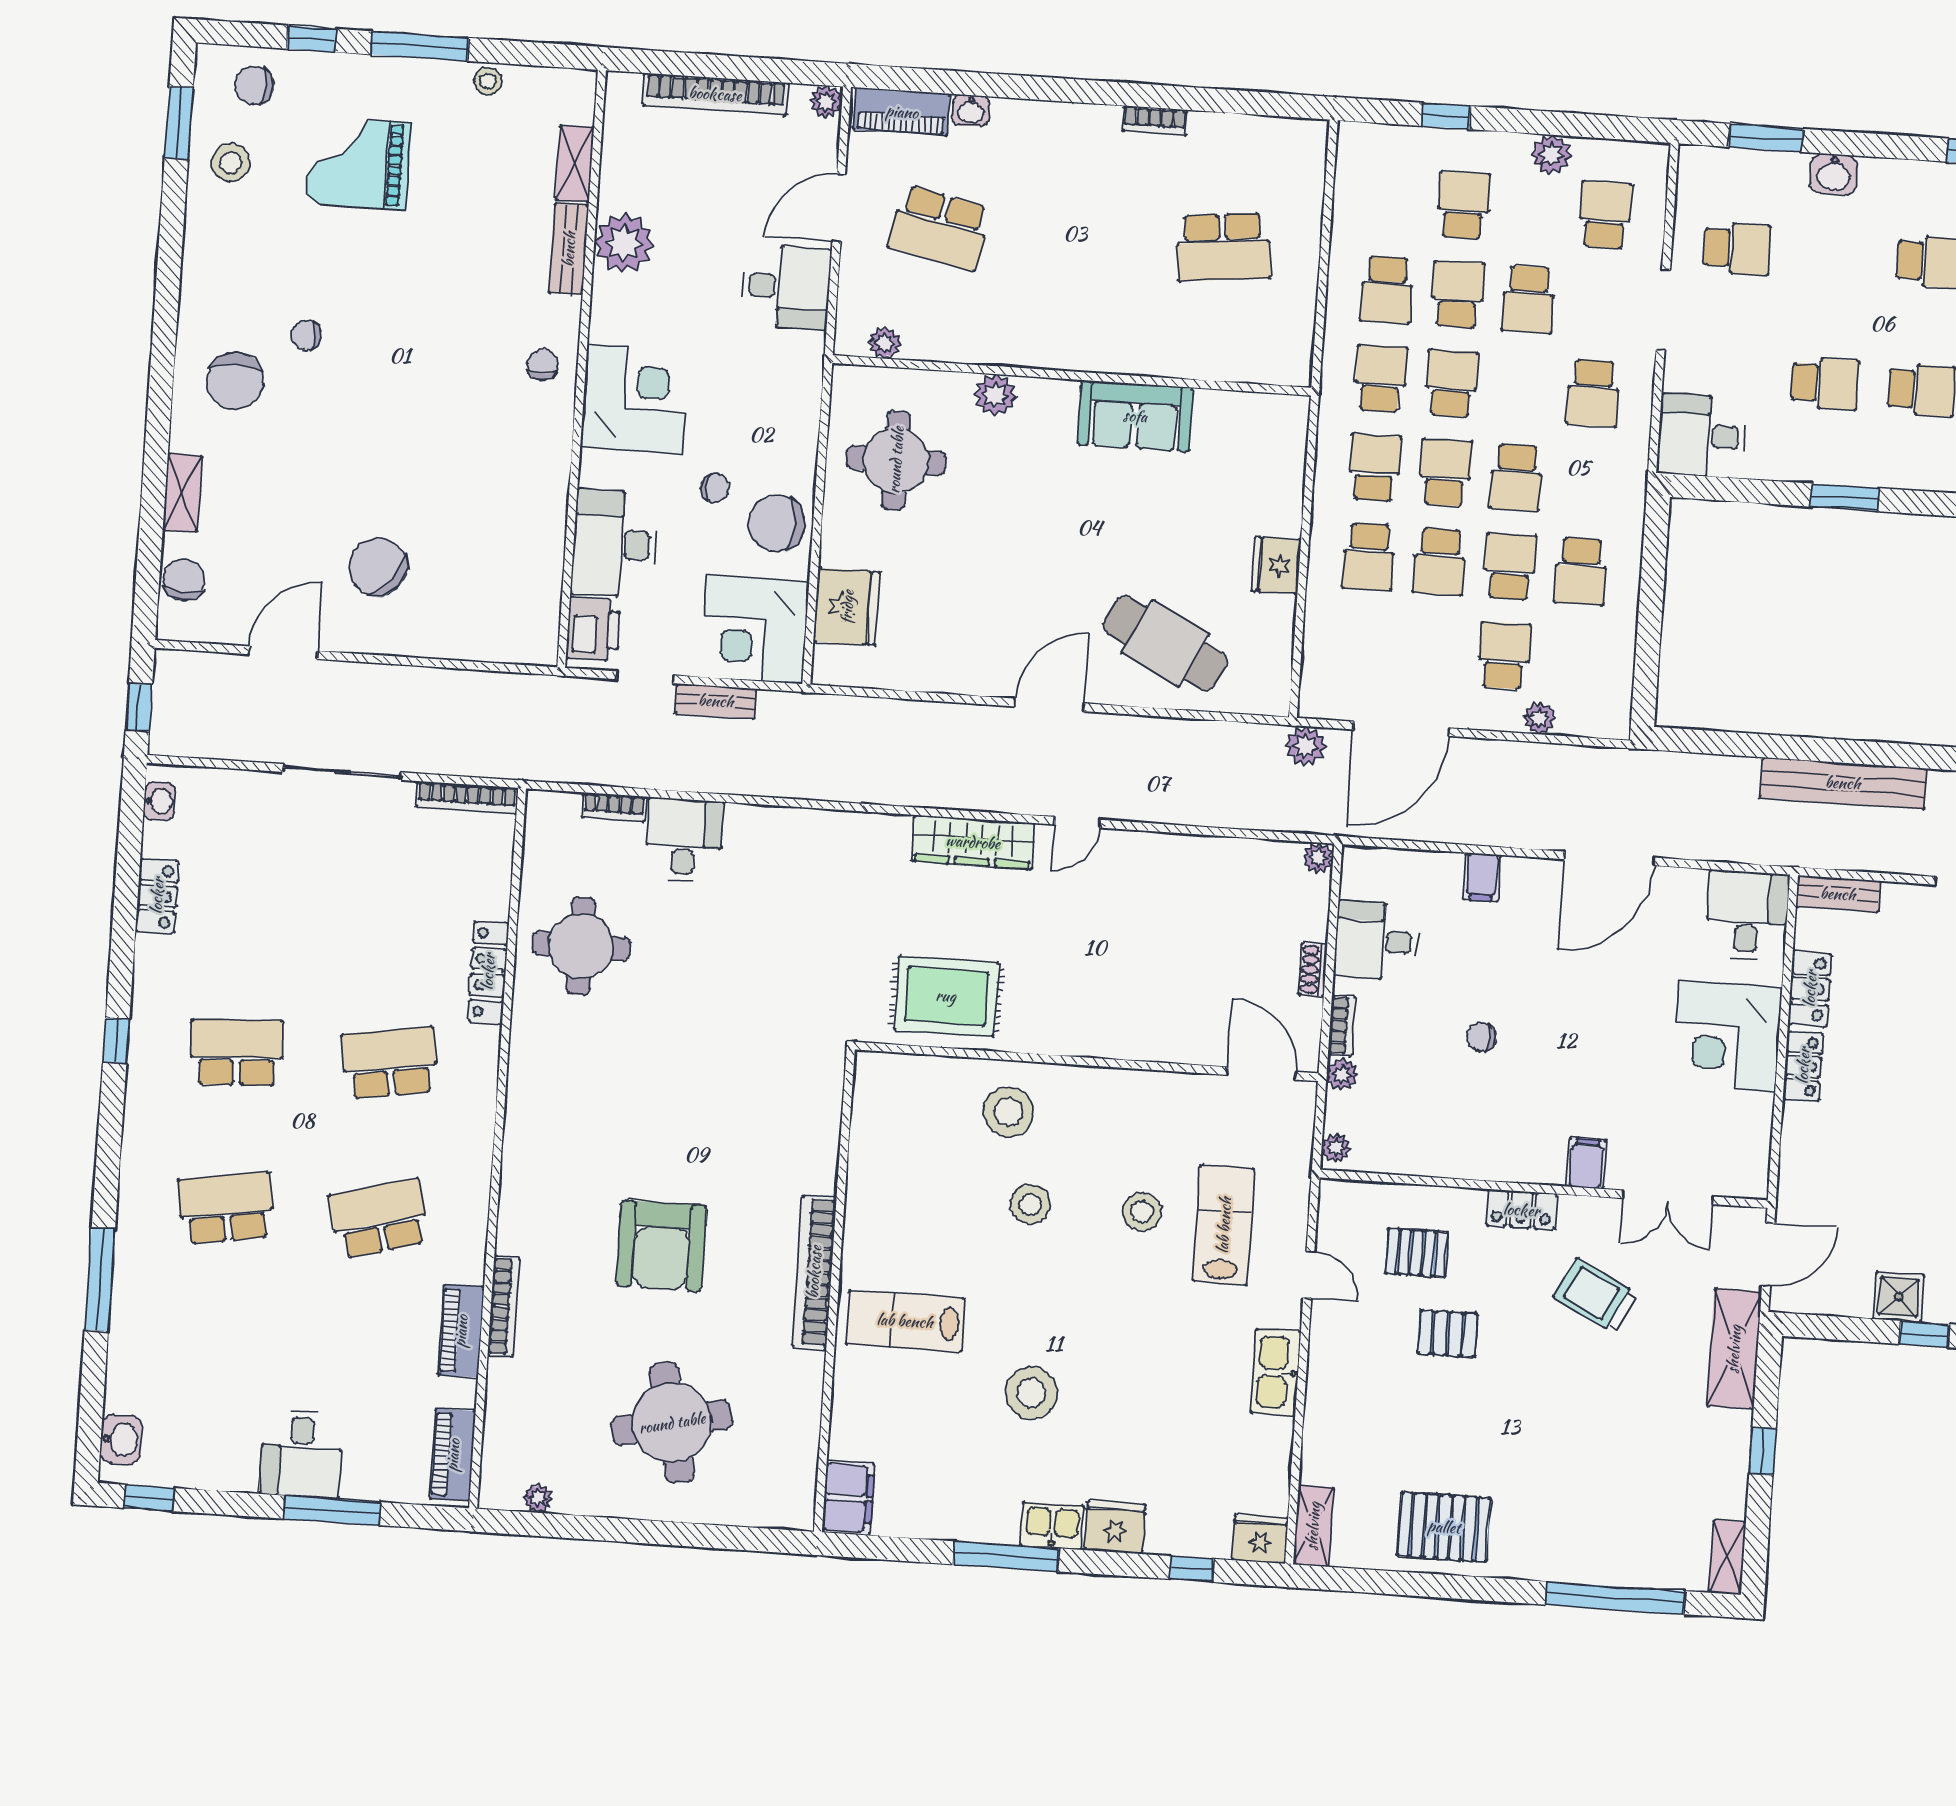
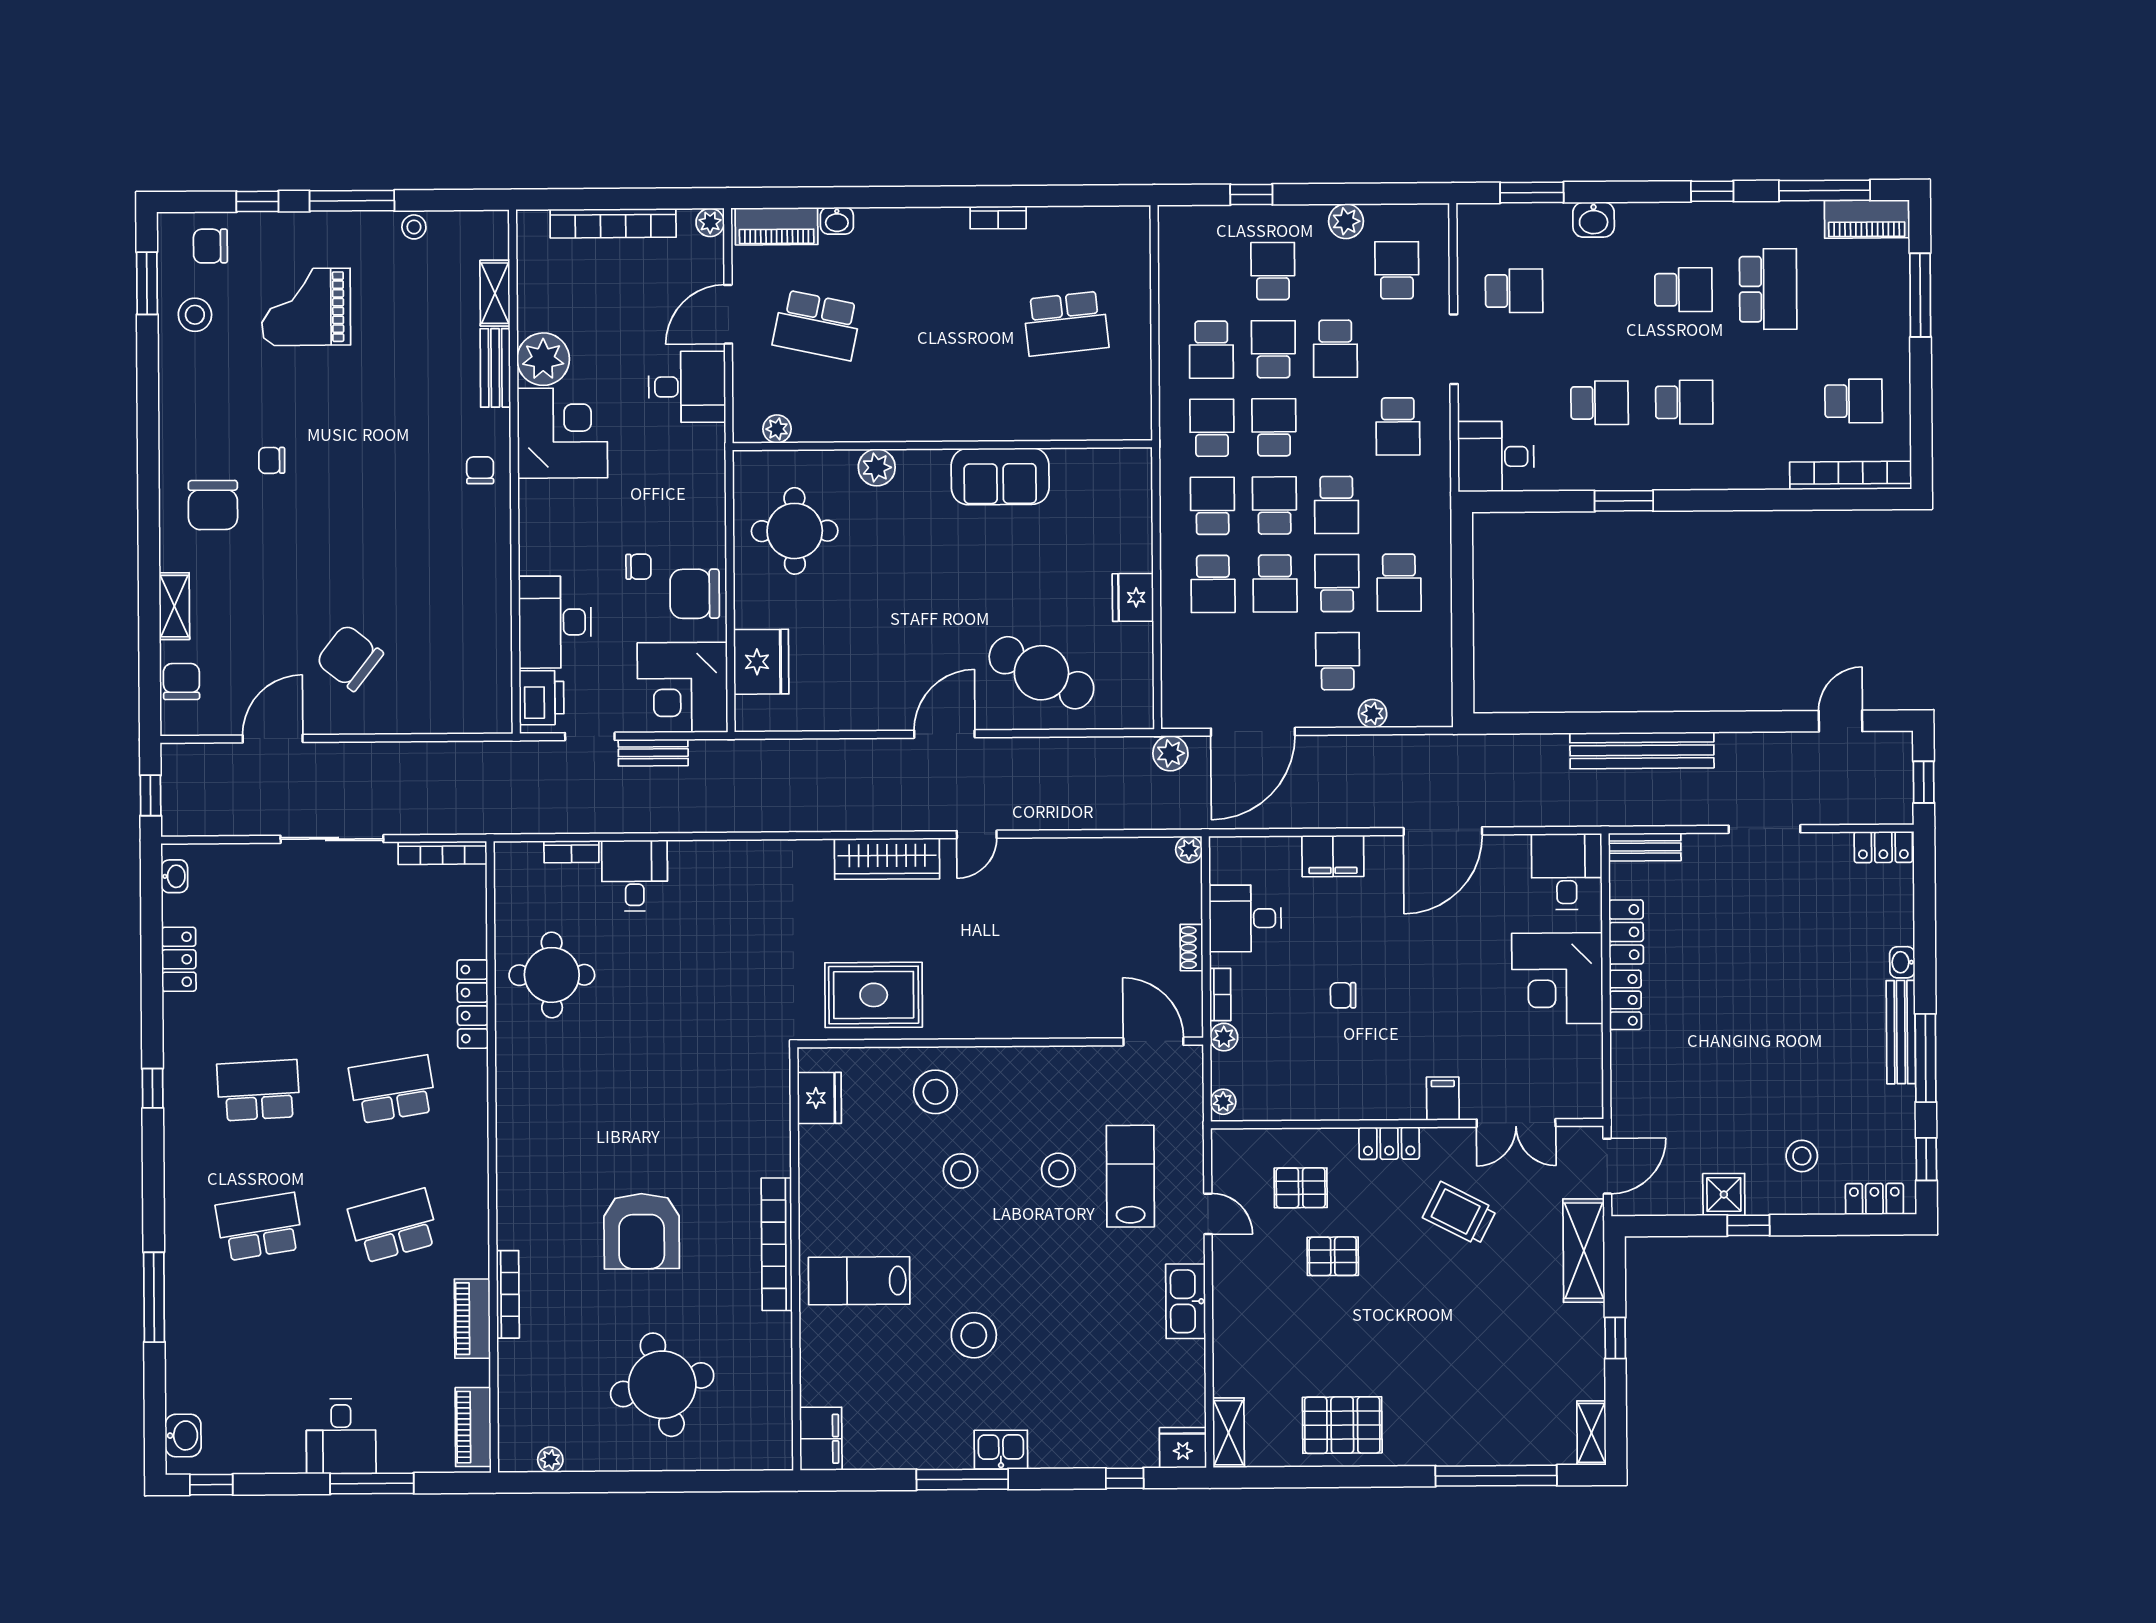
corner desk: (635, 399) -> (562, 433), moved
filing cabinet: (1482, 877) -> (1333, 856), width x2.00
fridge: (1115, 1527) -> (819, 1098), moved, turned 90

